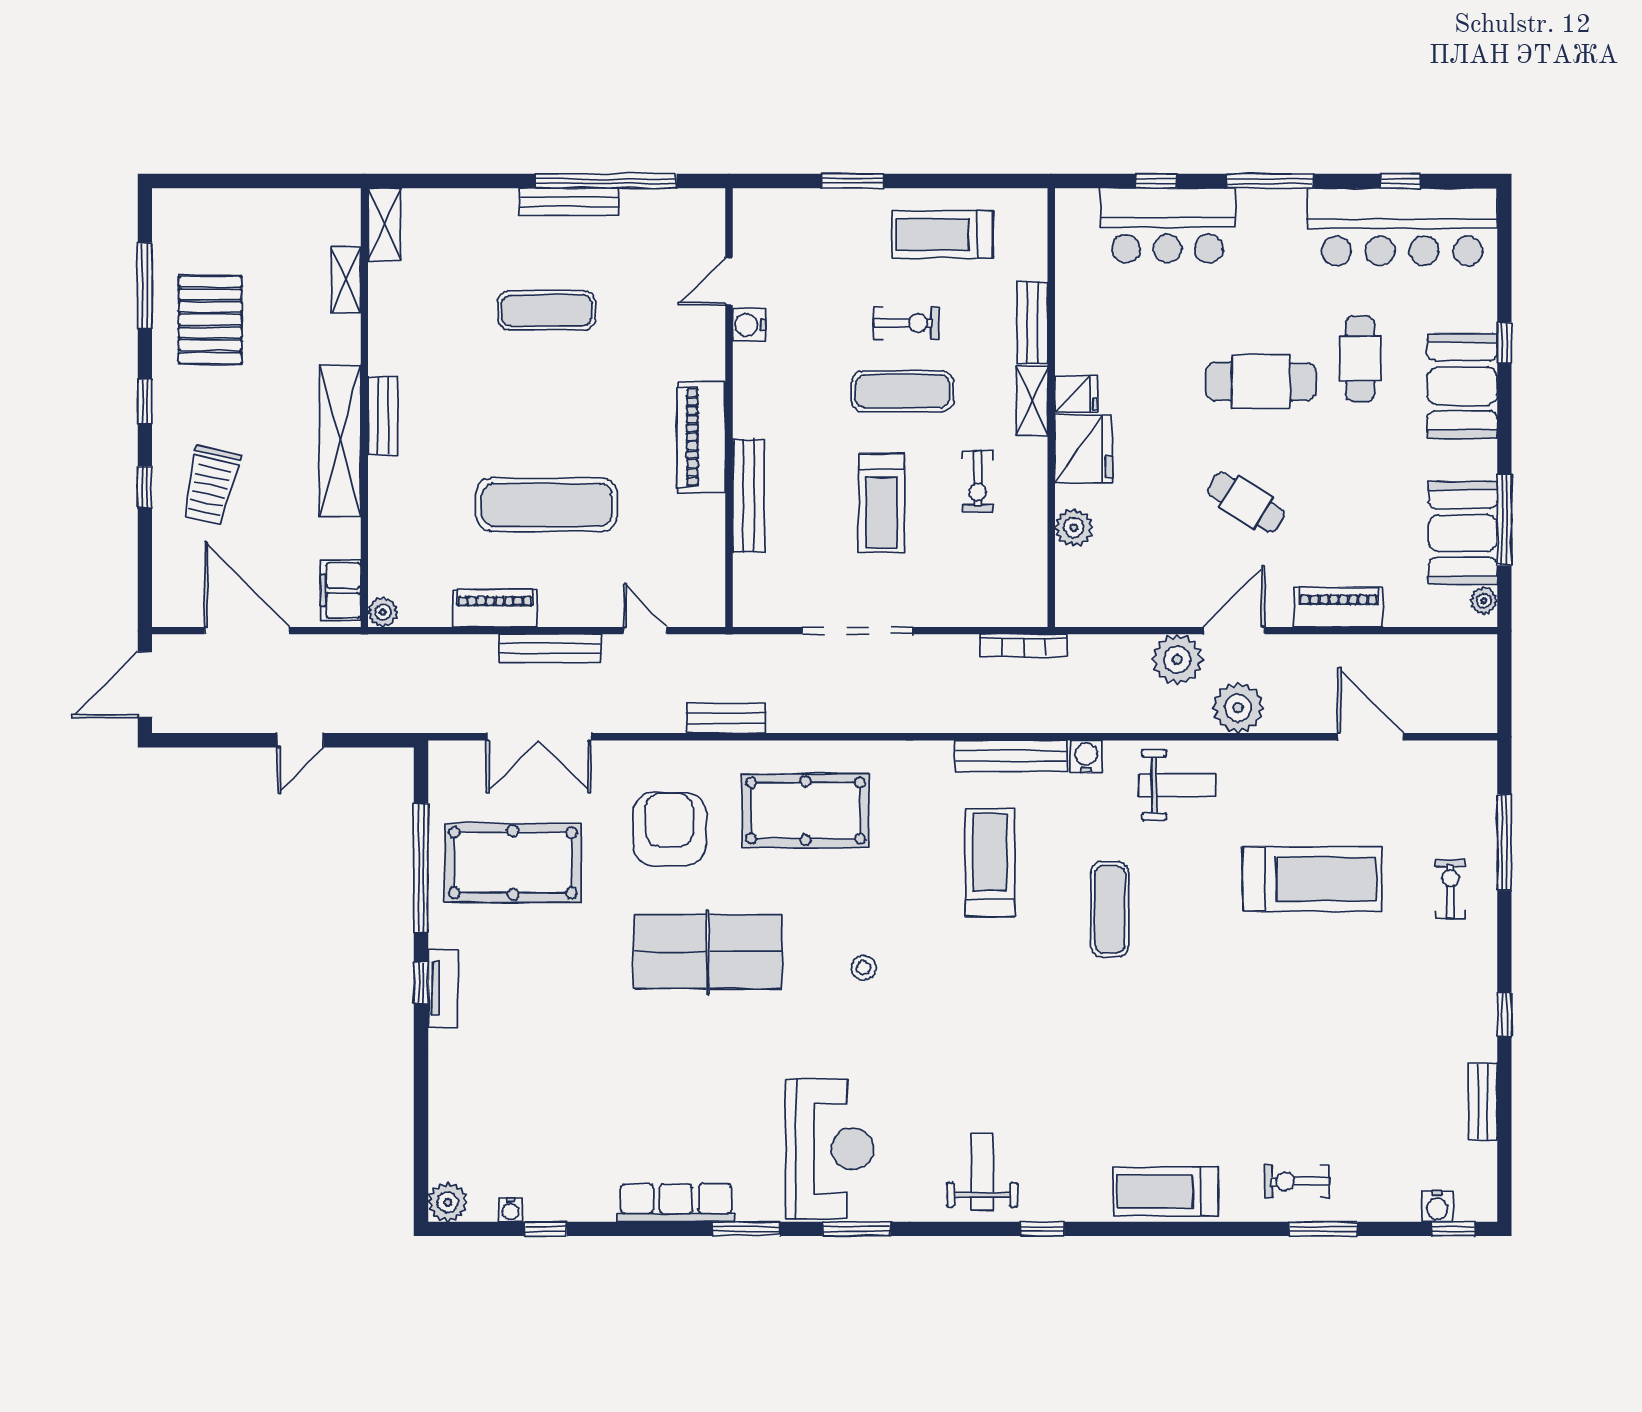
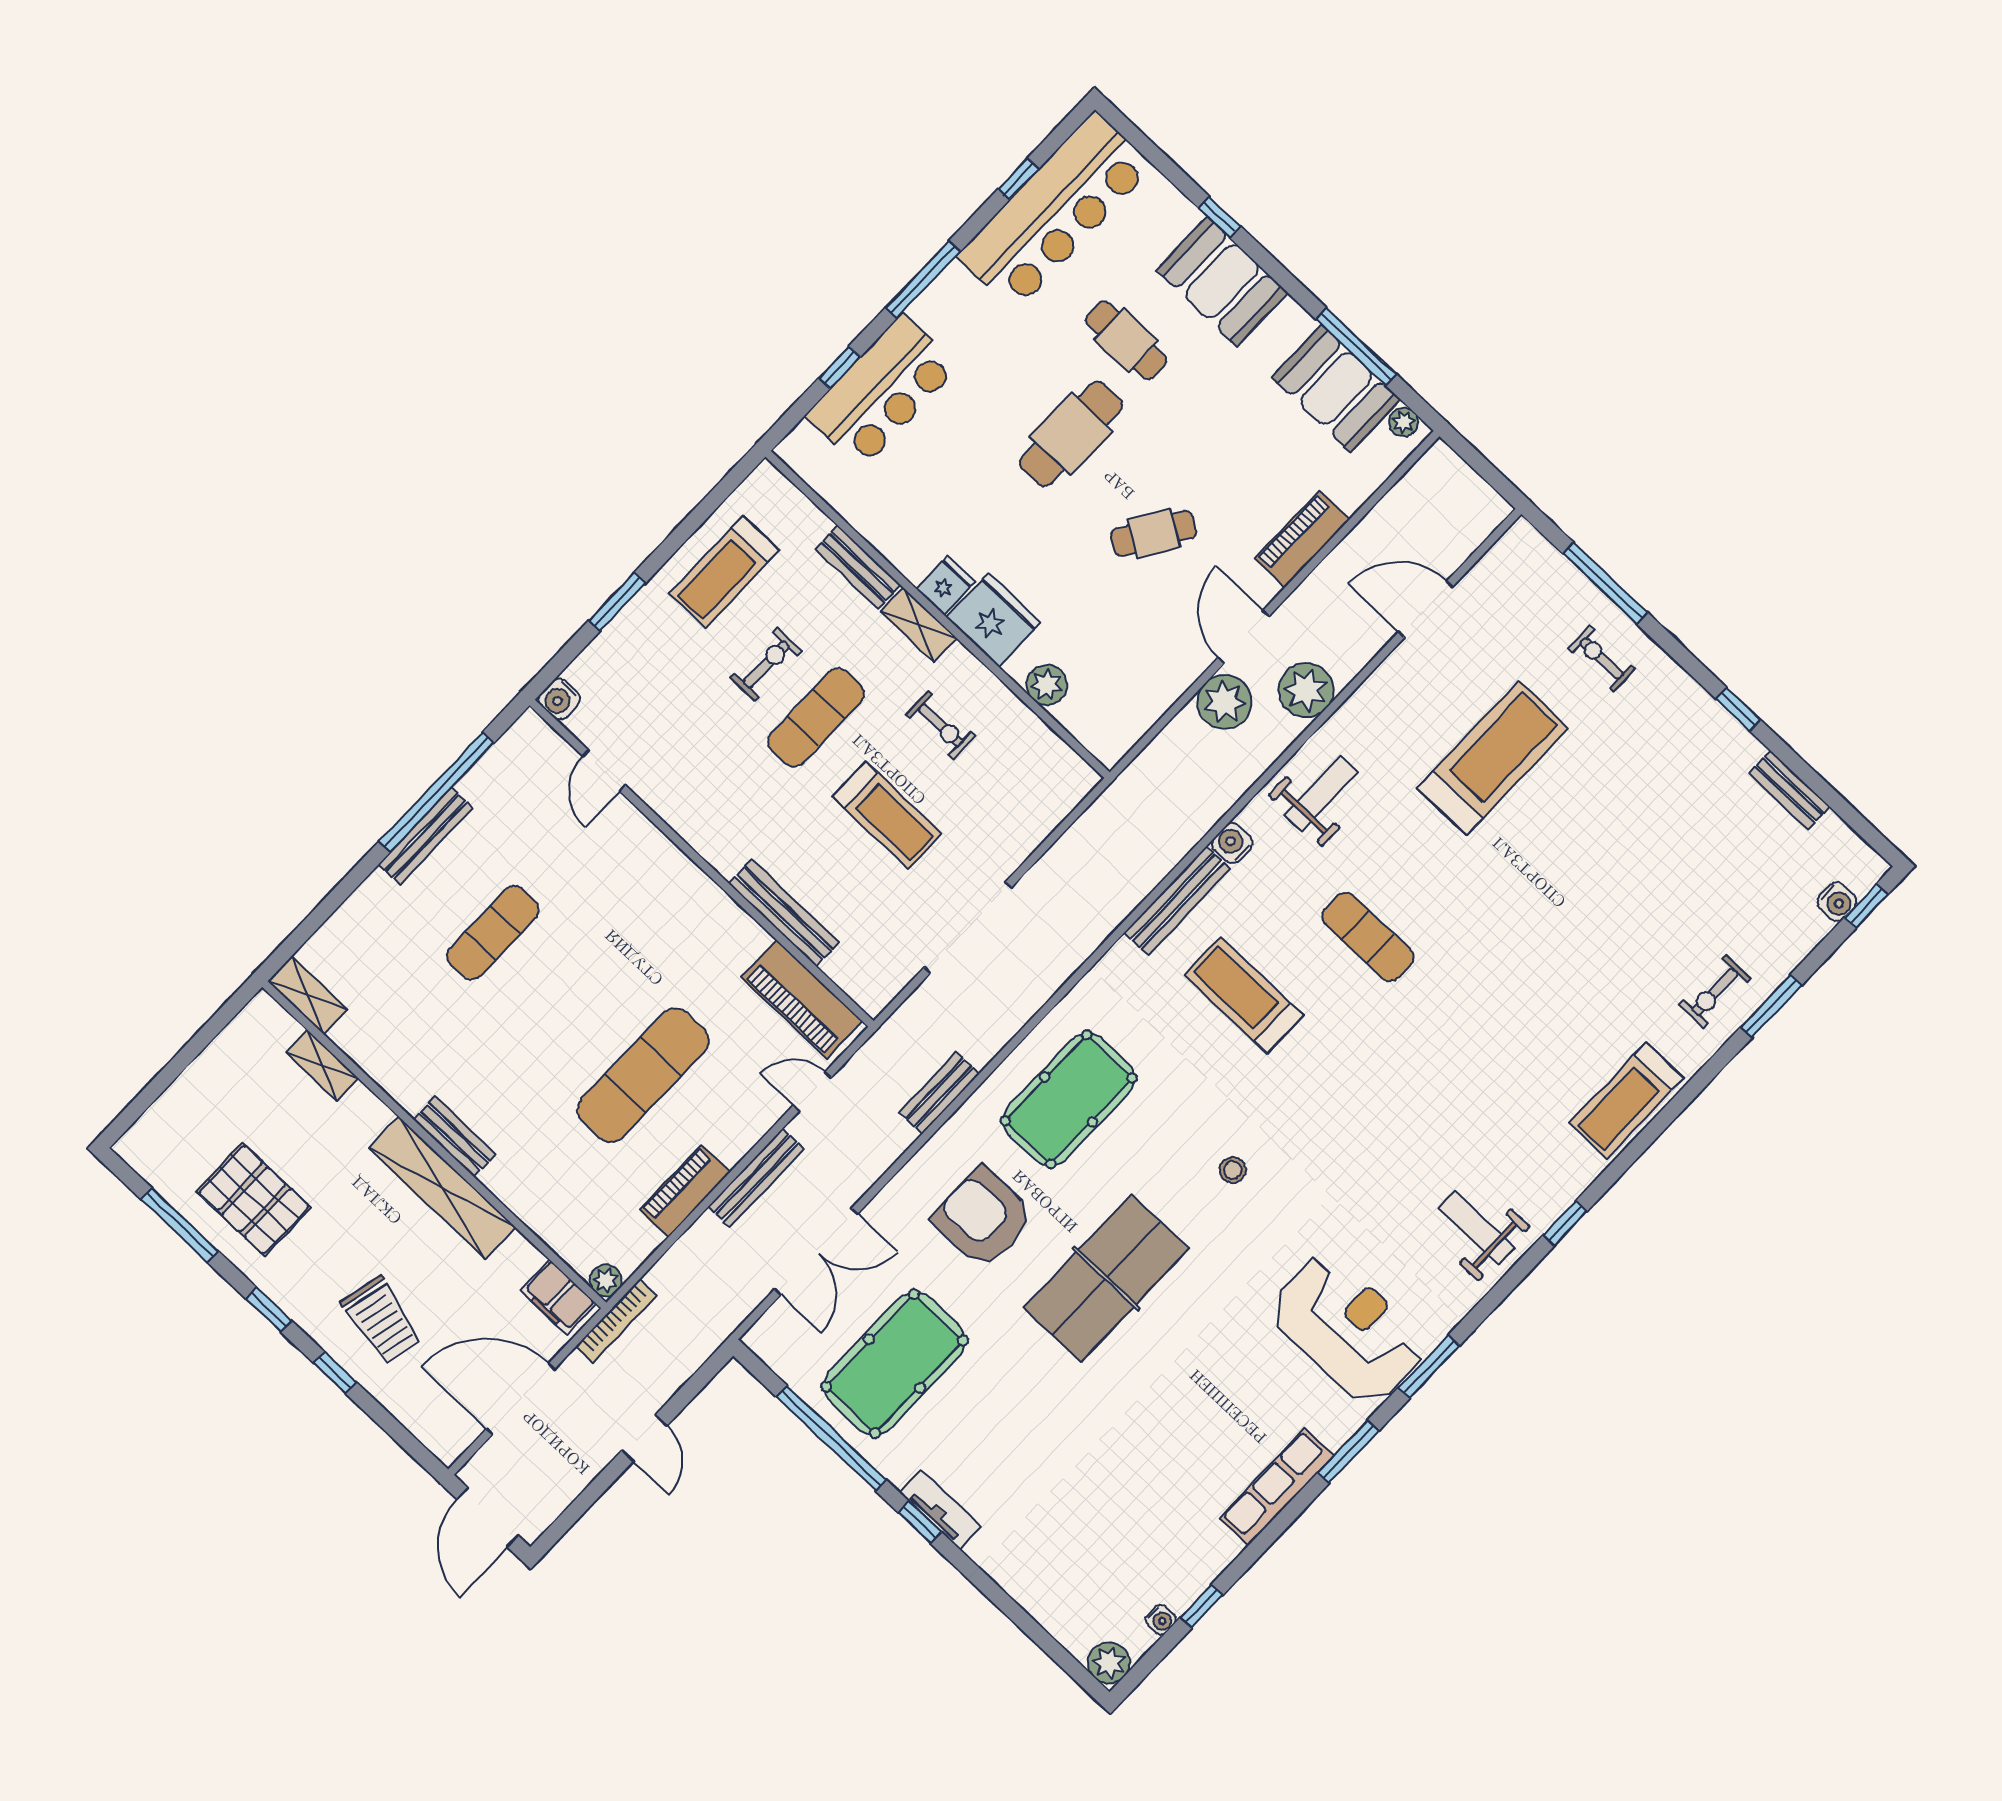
water cooler: (749, 325) -> (559, 699), moved
piano: (701, 437) -> (802, 999), moved
bookcase: (1024, 645) -> (616, 1321), moved

